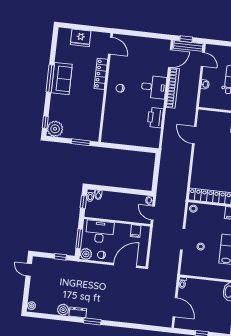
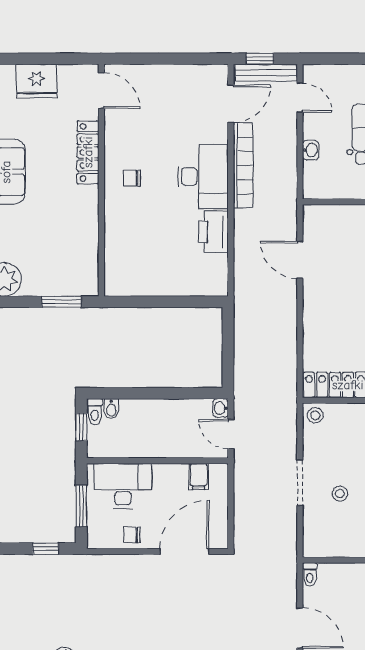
desk: (154, 87) -> (203, 177), width x1.37
plant: (86, 254) -> (99, 536), removed

